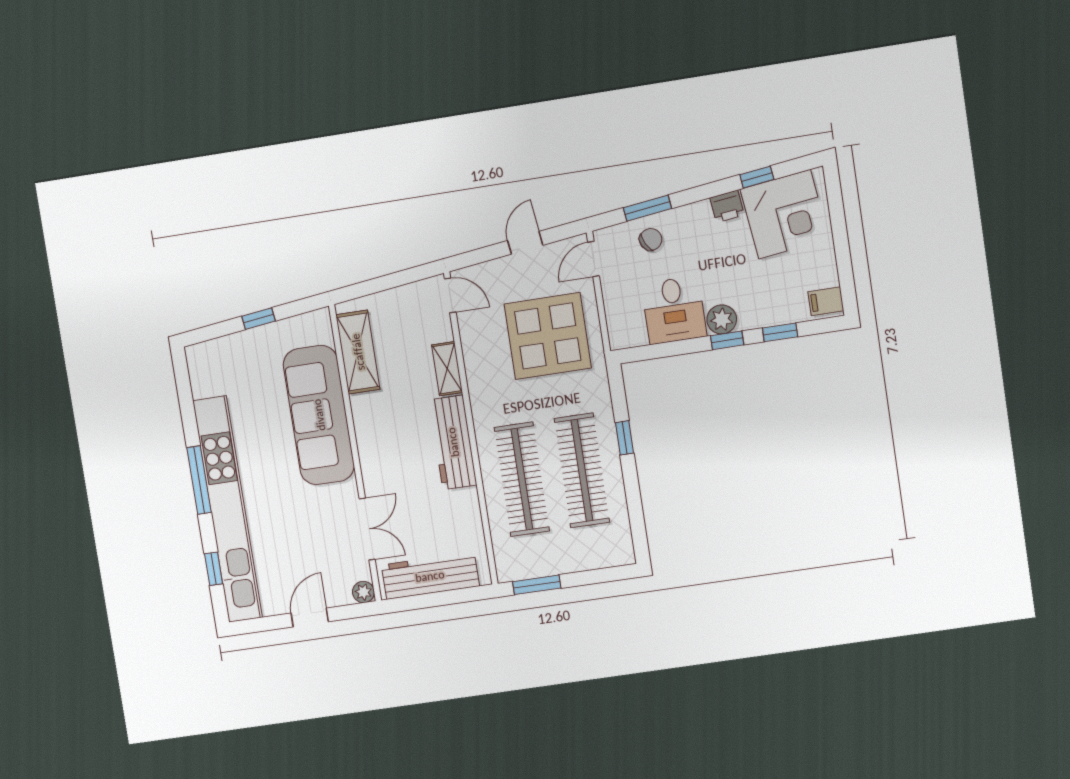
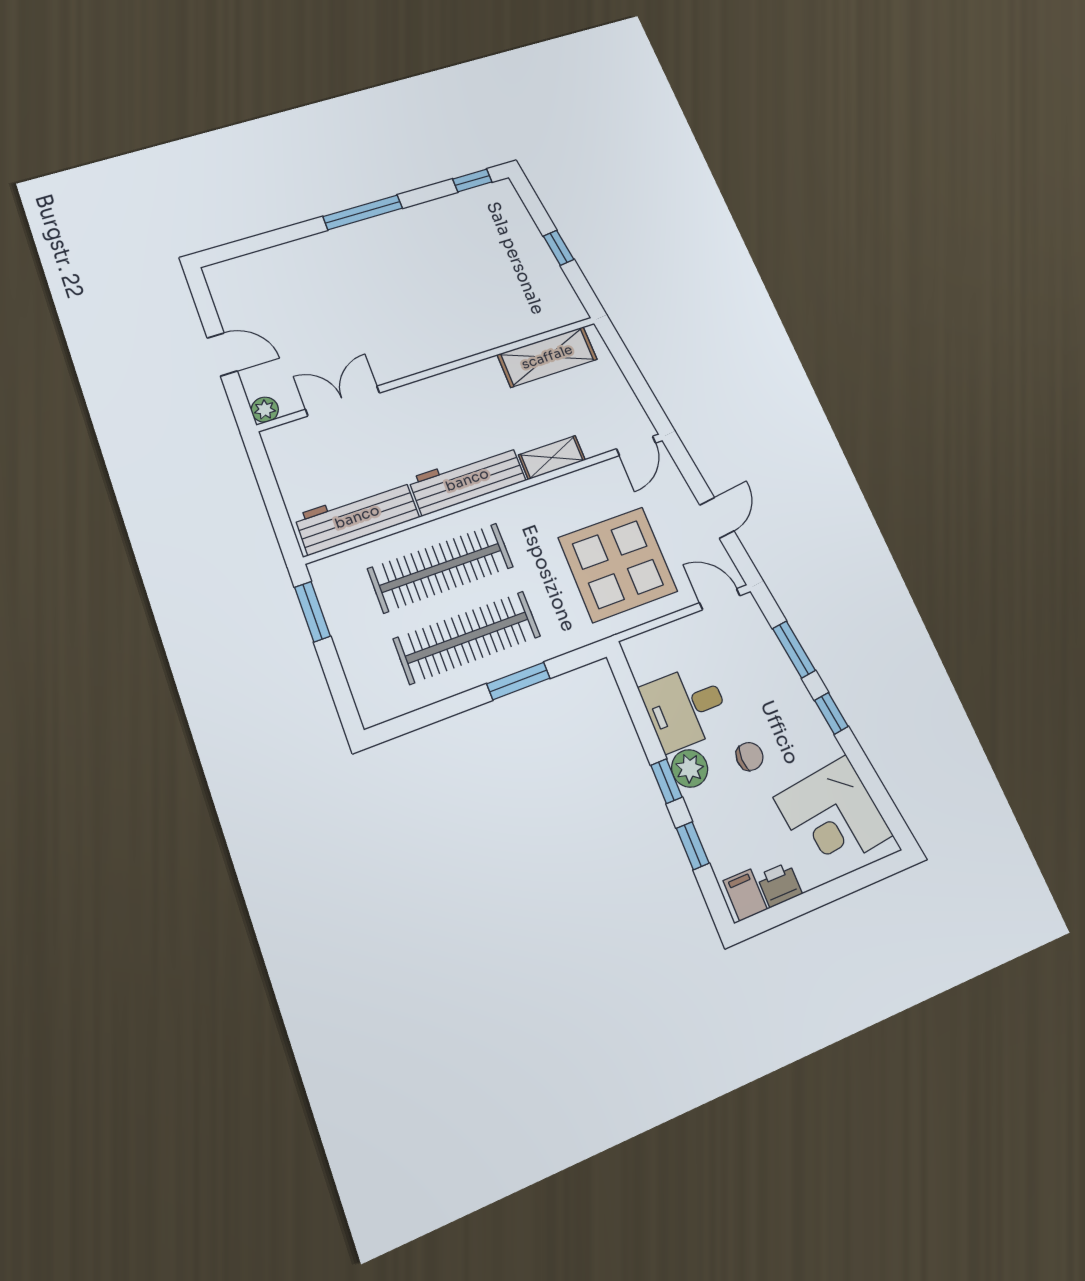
window: (757, 177) -> (831, 713), moved
printer: (727, 206) -> (779, 885), moved, turned 97
chair: (651, 239) -> (750, 756), moved, turned -62
door: (525, 243) -> (717, 518), hinge flipped
sofa: (319, 415) -> (465, 327), removed
window: (625, 438) -> (518, 681), width x1.50
kitchen unit: (228, 509) -> (335, 247), removed
double door: (367, 529) -> (343, 401), swing flipped
window: (214, 569) -> (472, 180), moved
workbench: (430, 576) -> (357, 517), moved, turned -90

